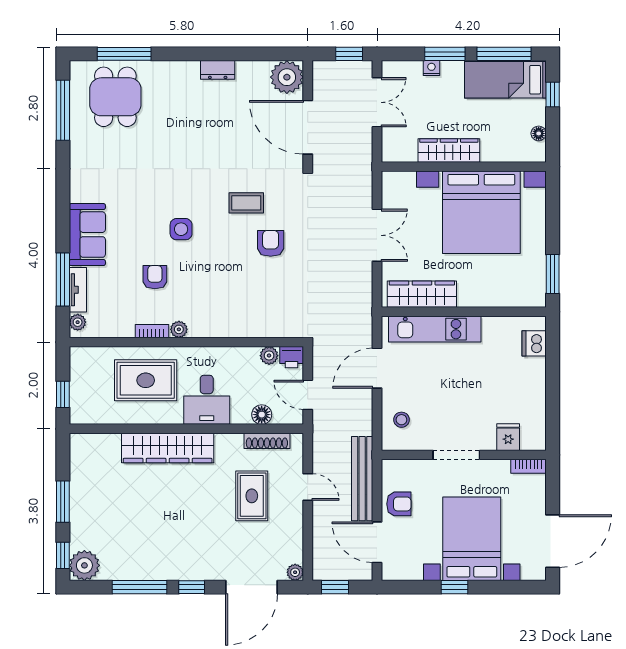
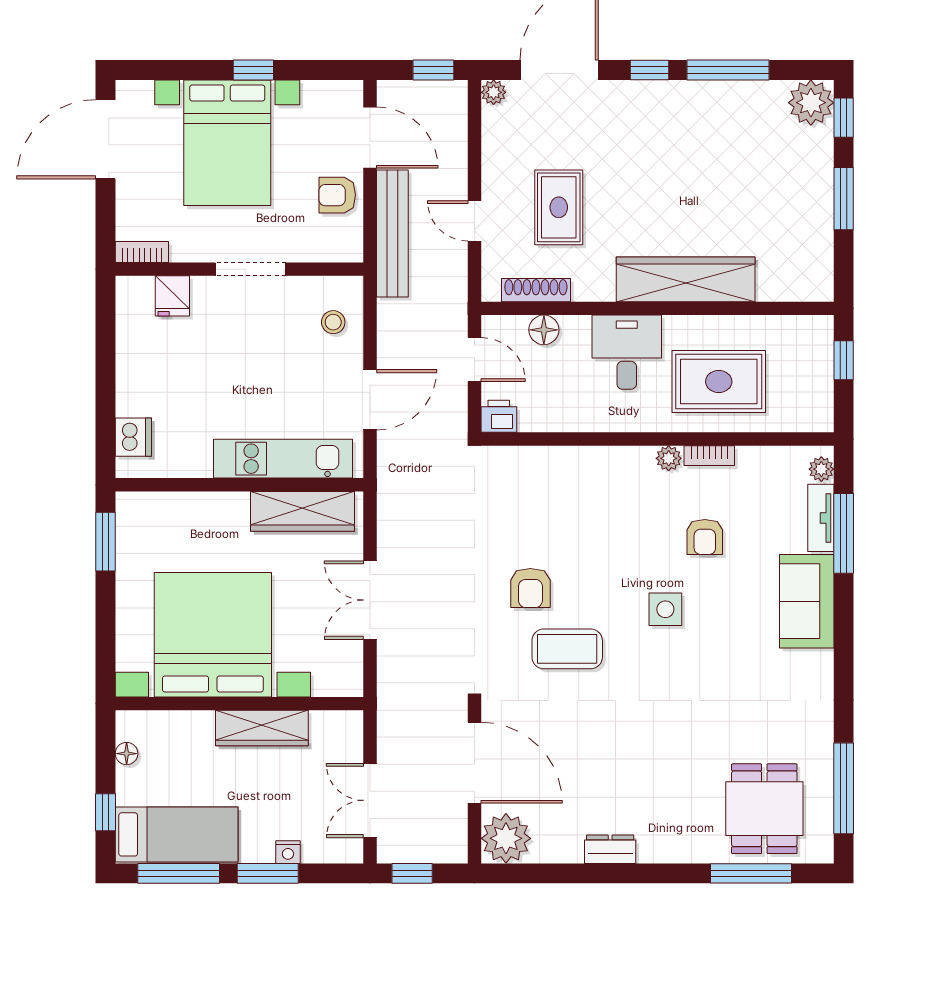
coffee table: (246, 203) -> (567, 649), width x1.36, depth x1.30
plant: (269, 356) -> (533, 419), removed

